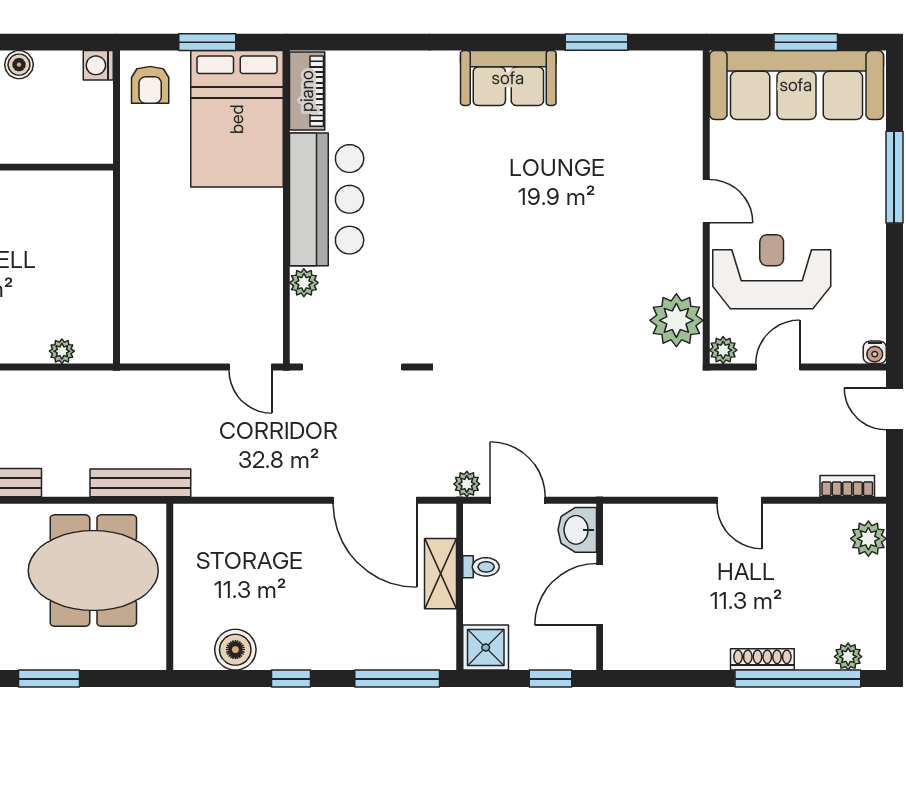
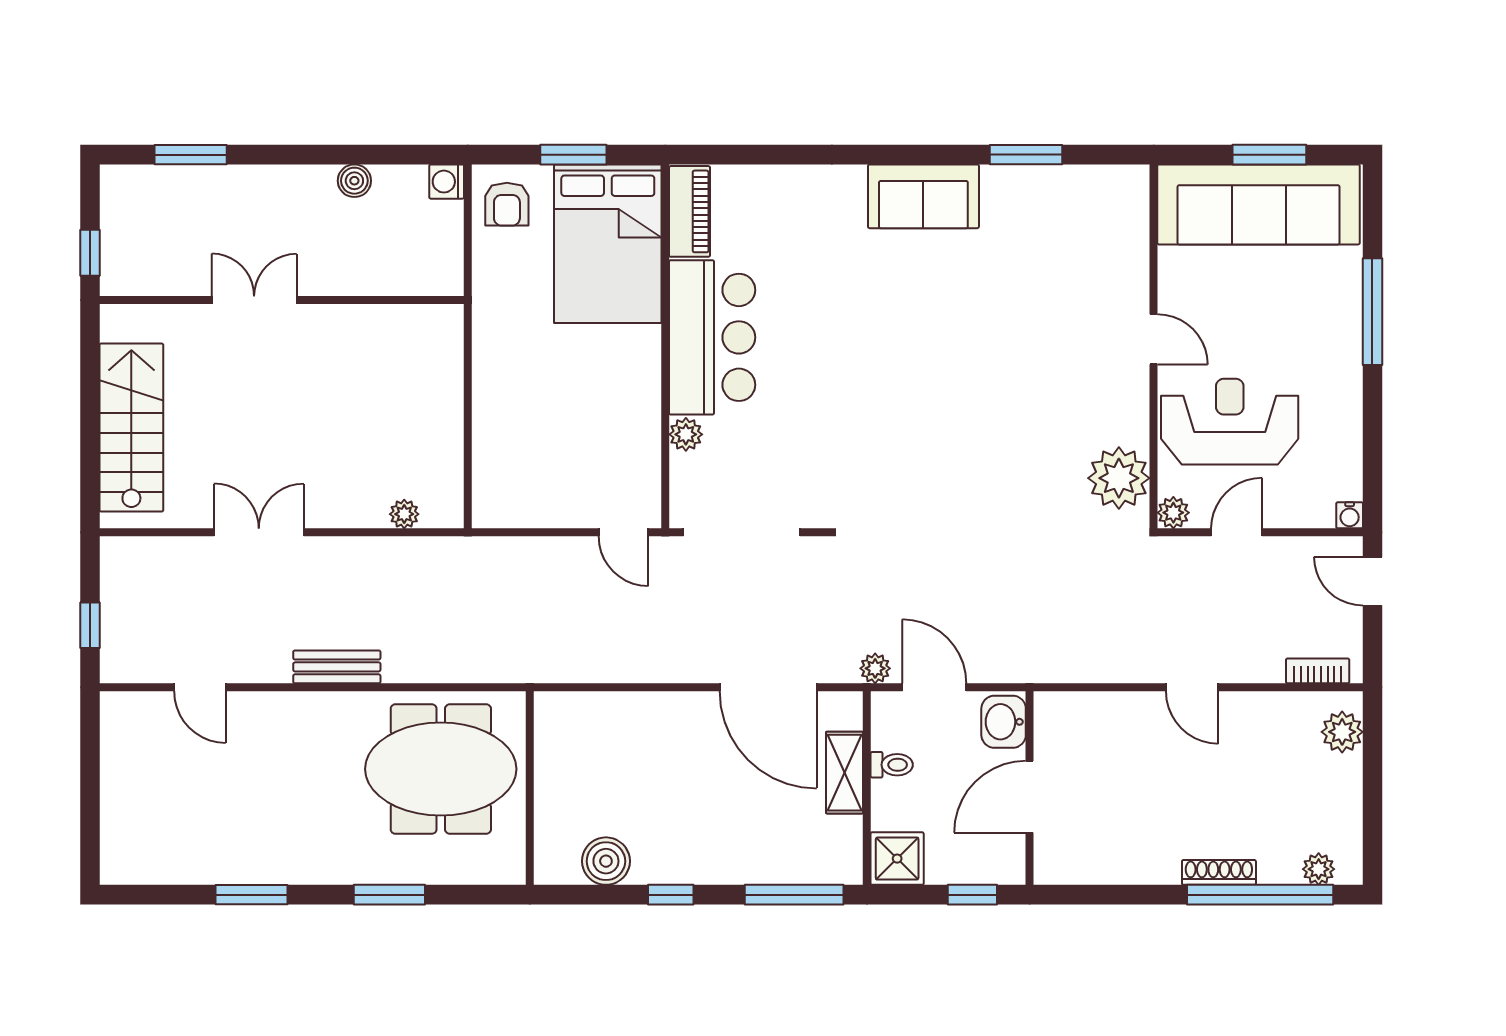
bench: (140, 483) -> (495, 667), removed

